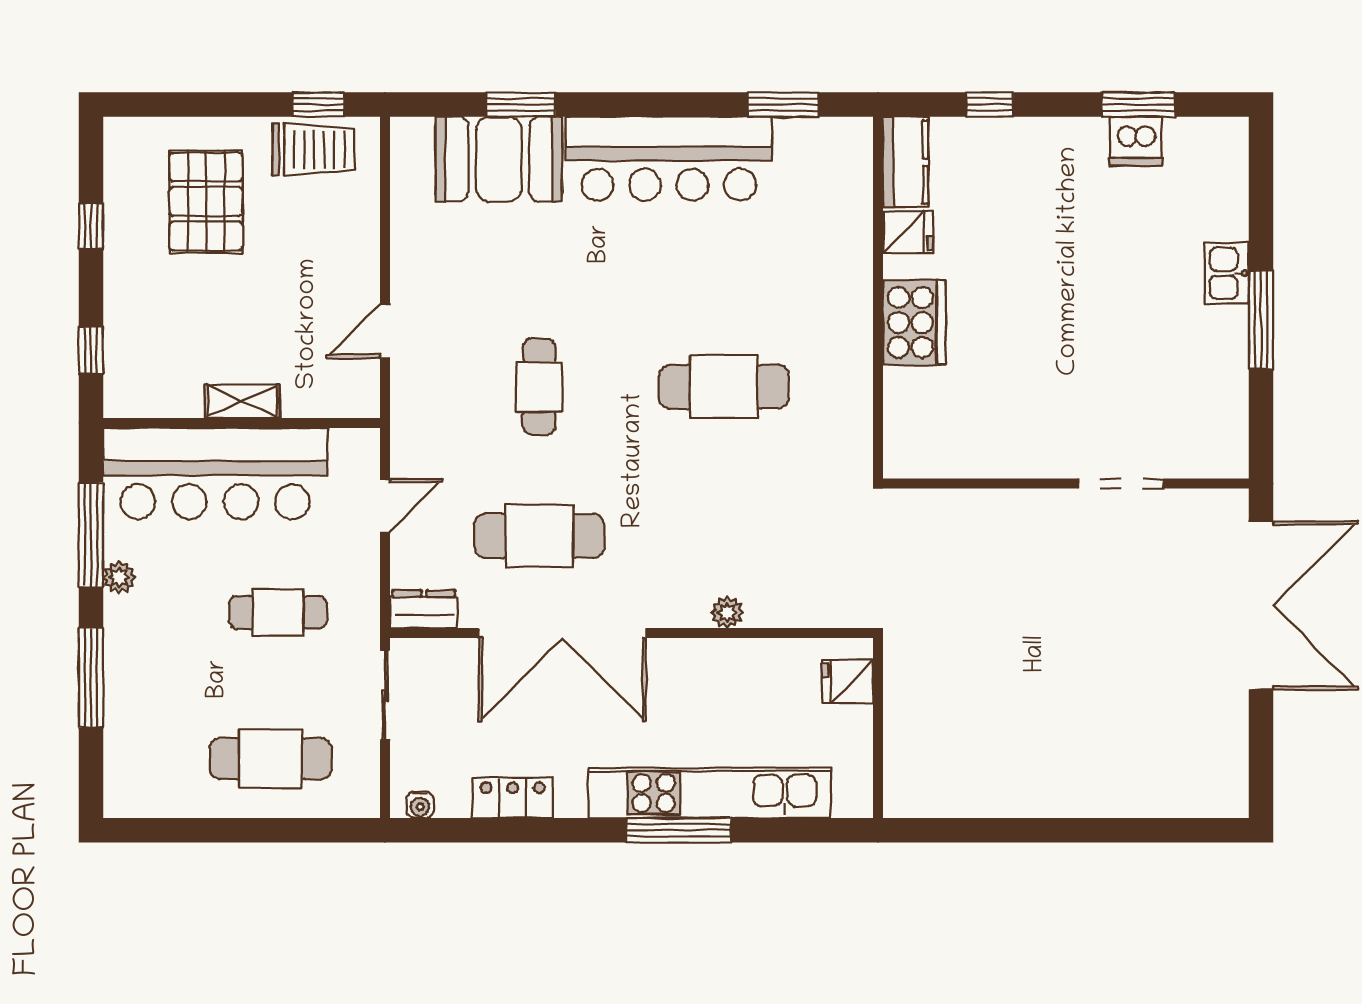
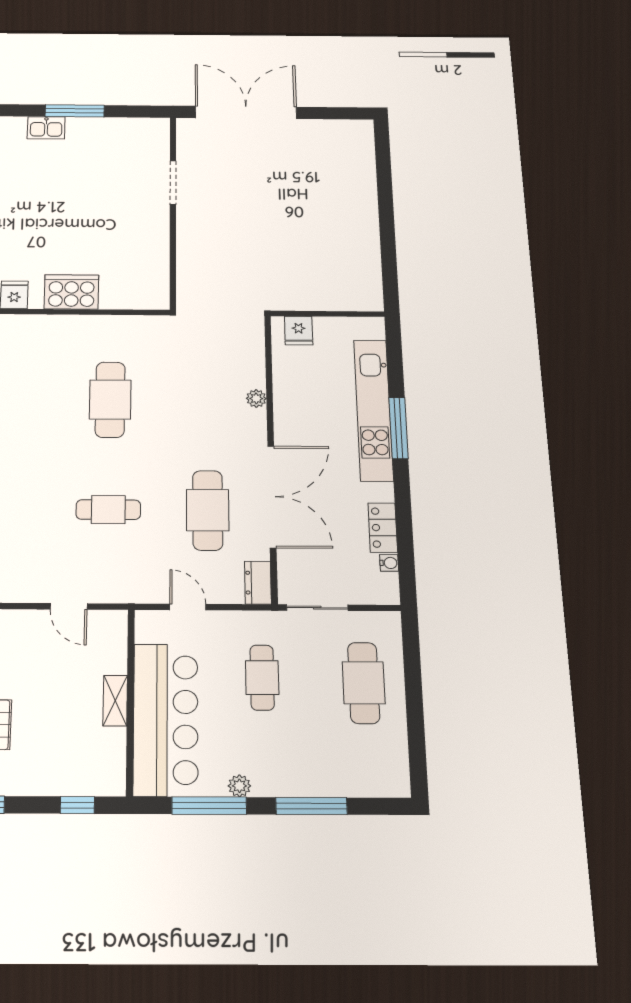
water cooler: (420, 805) -> (389, 563), moved

